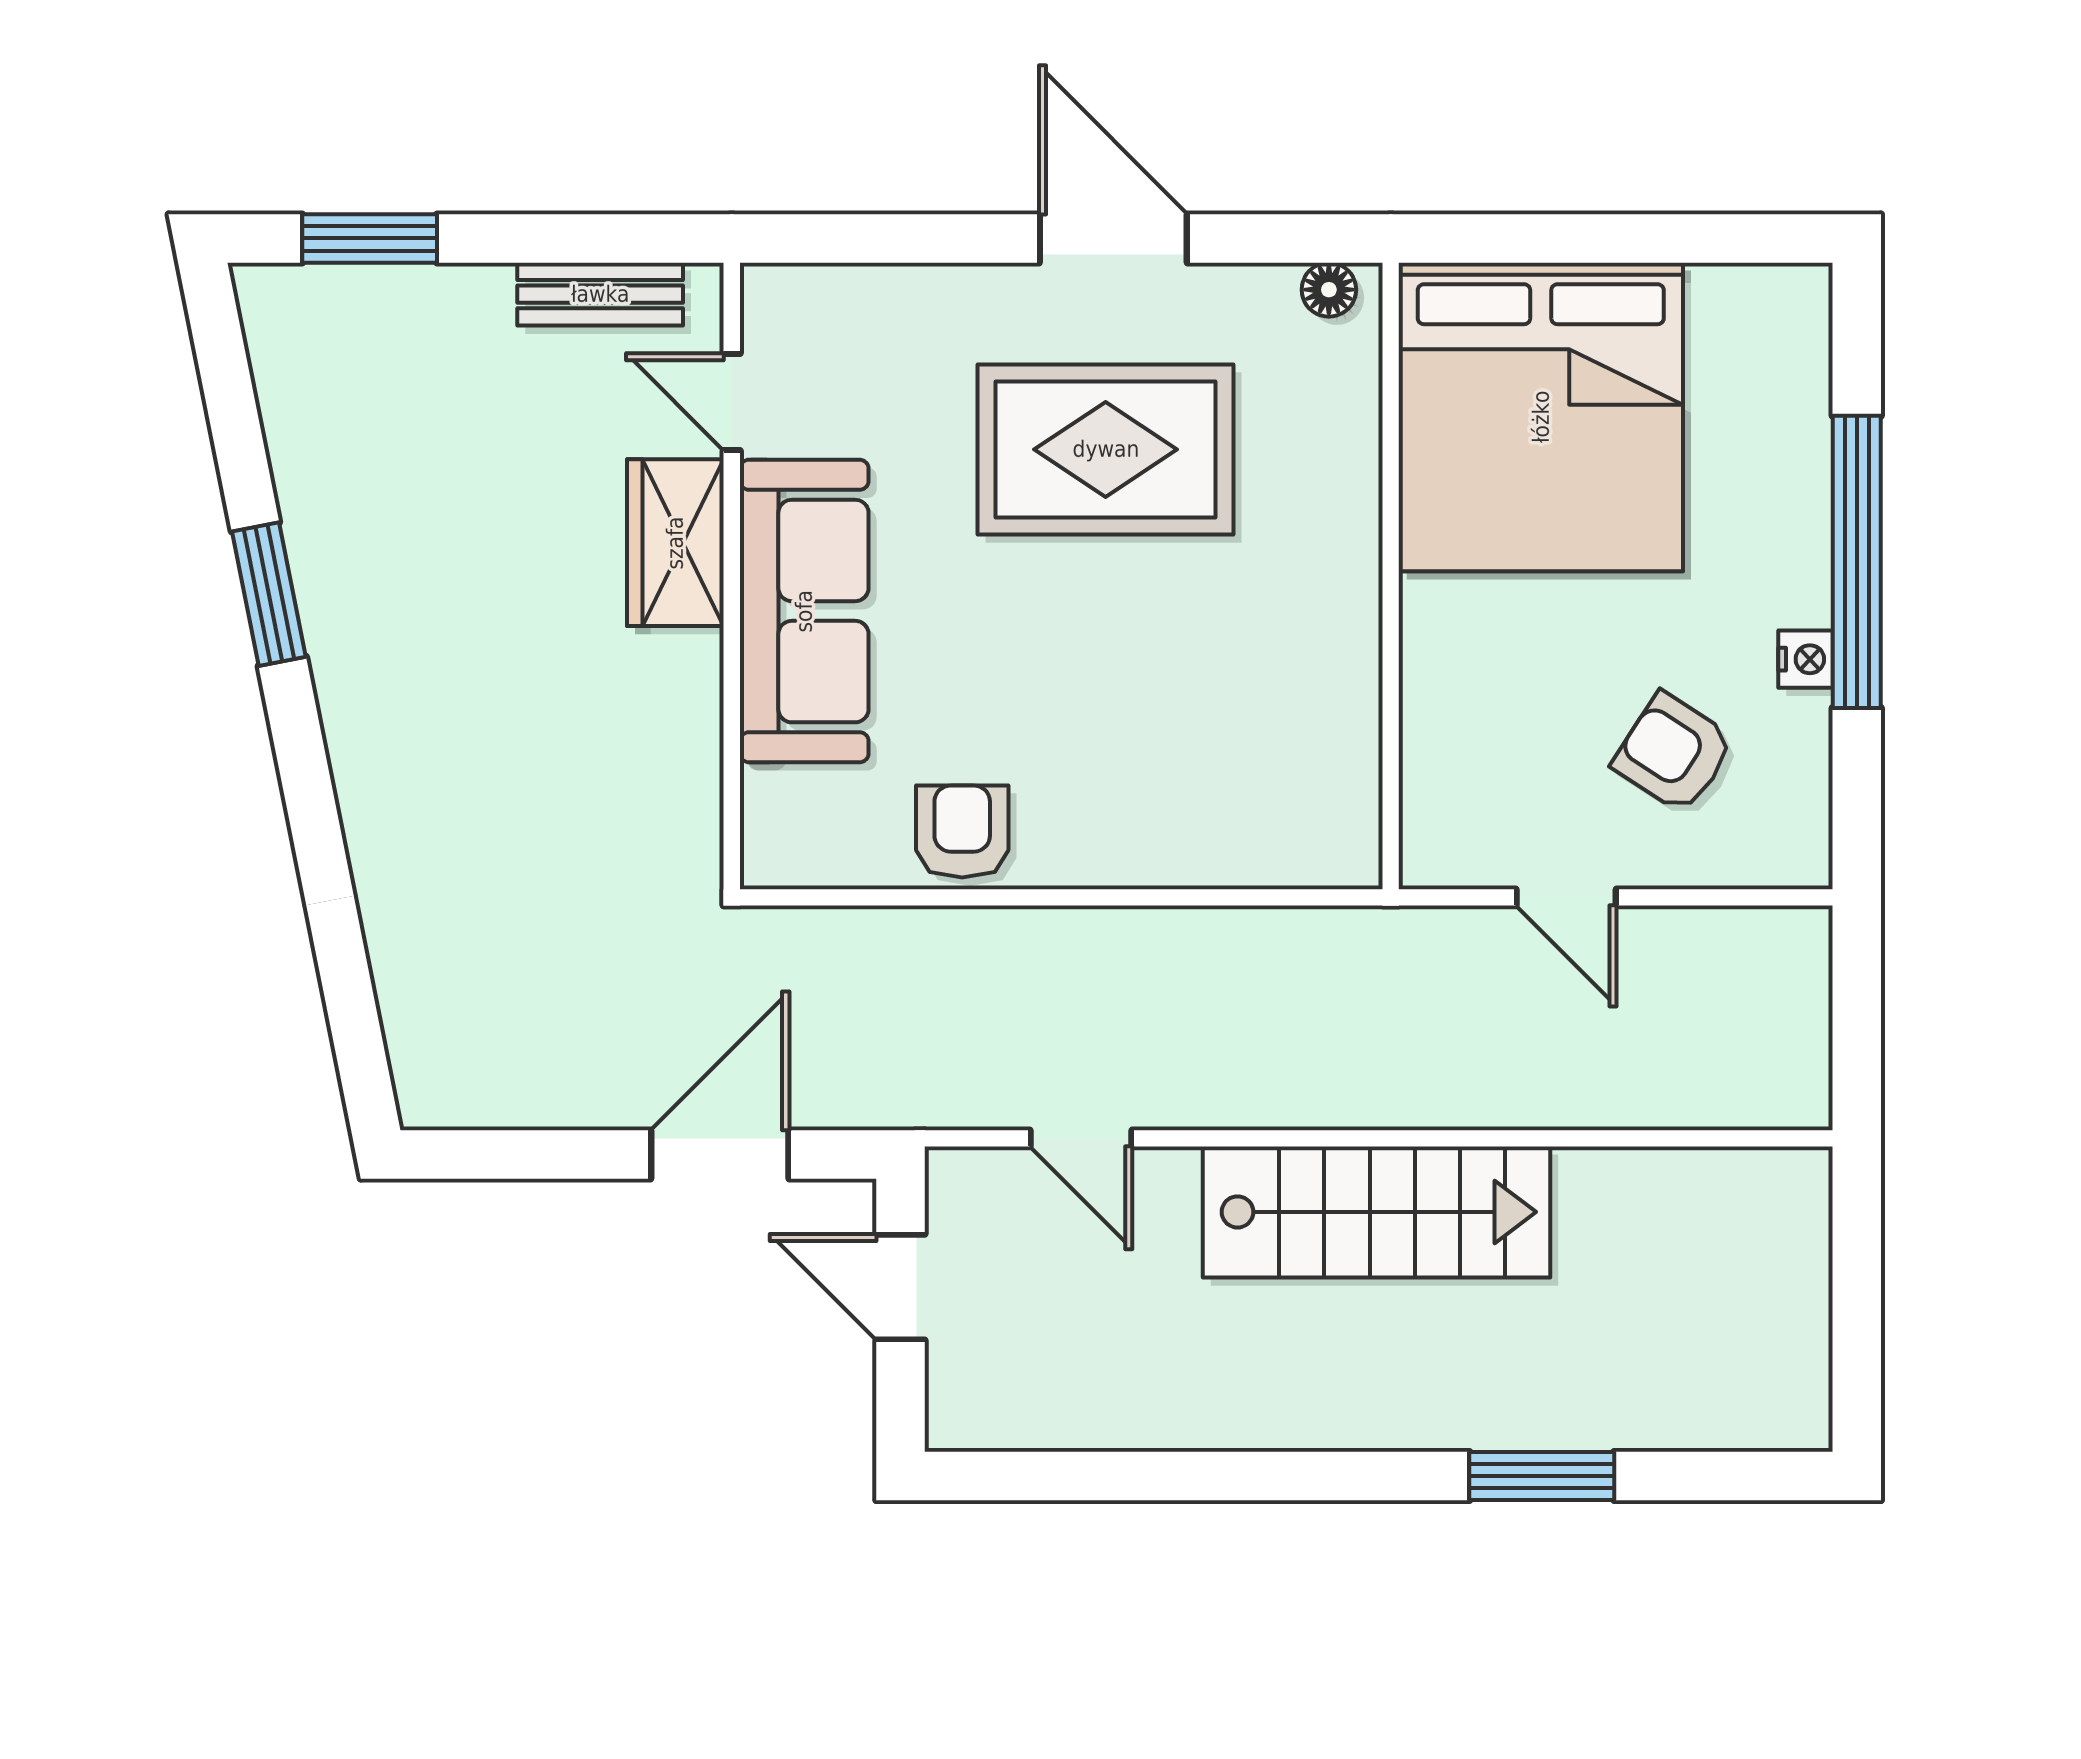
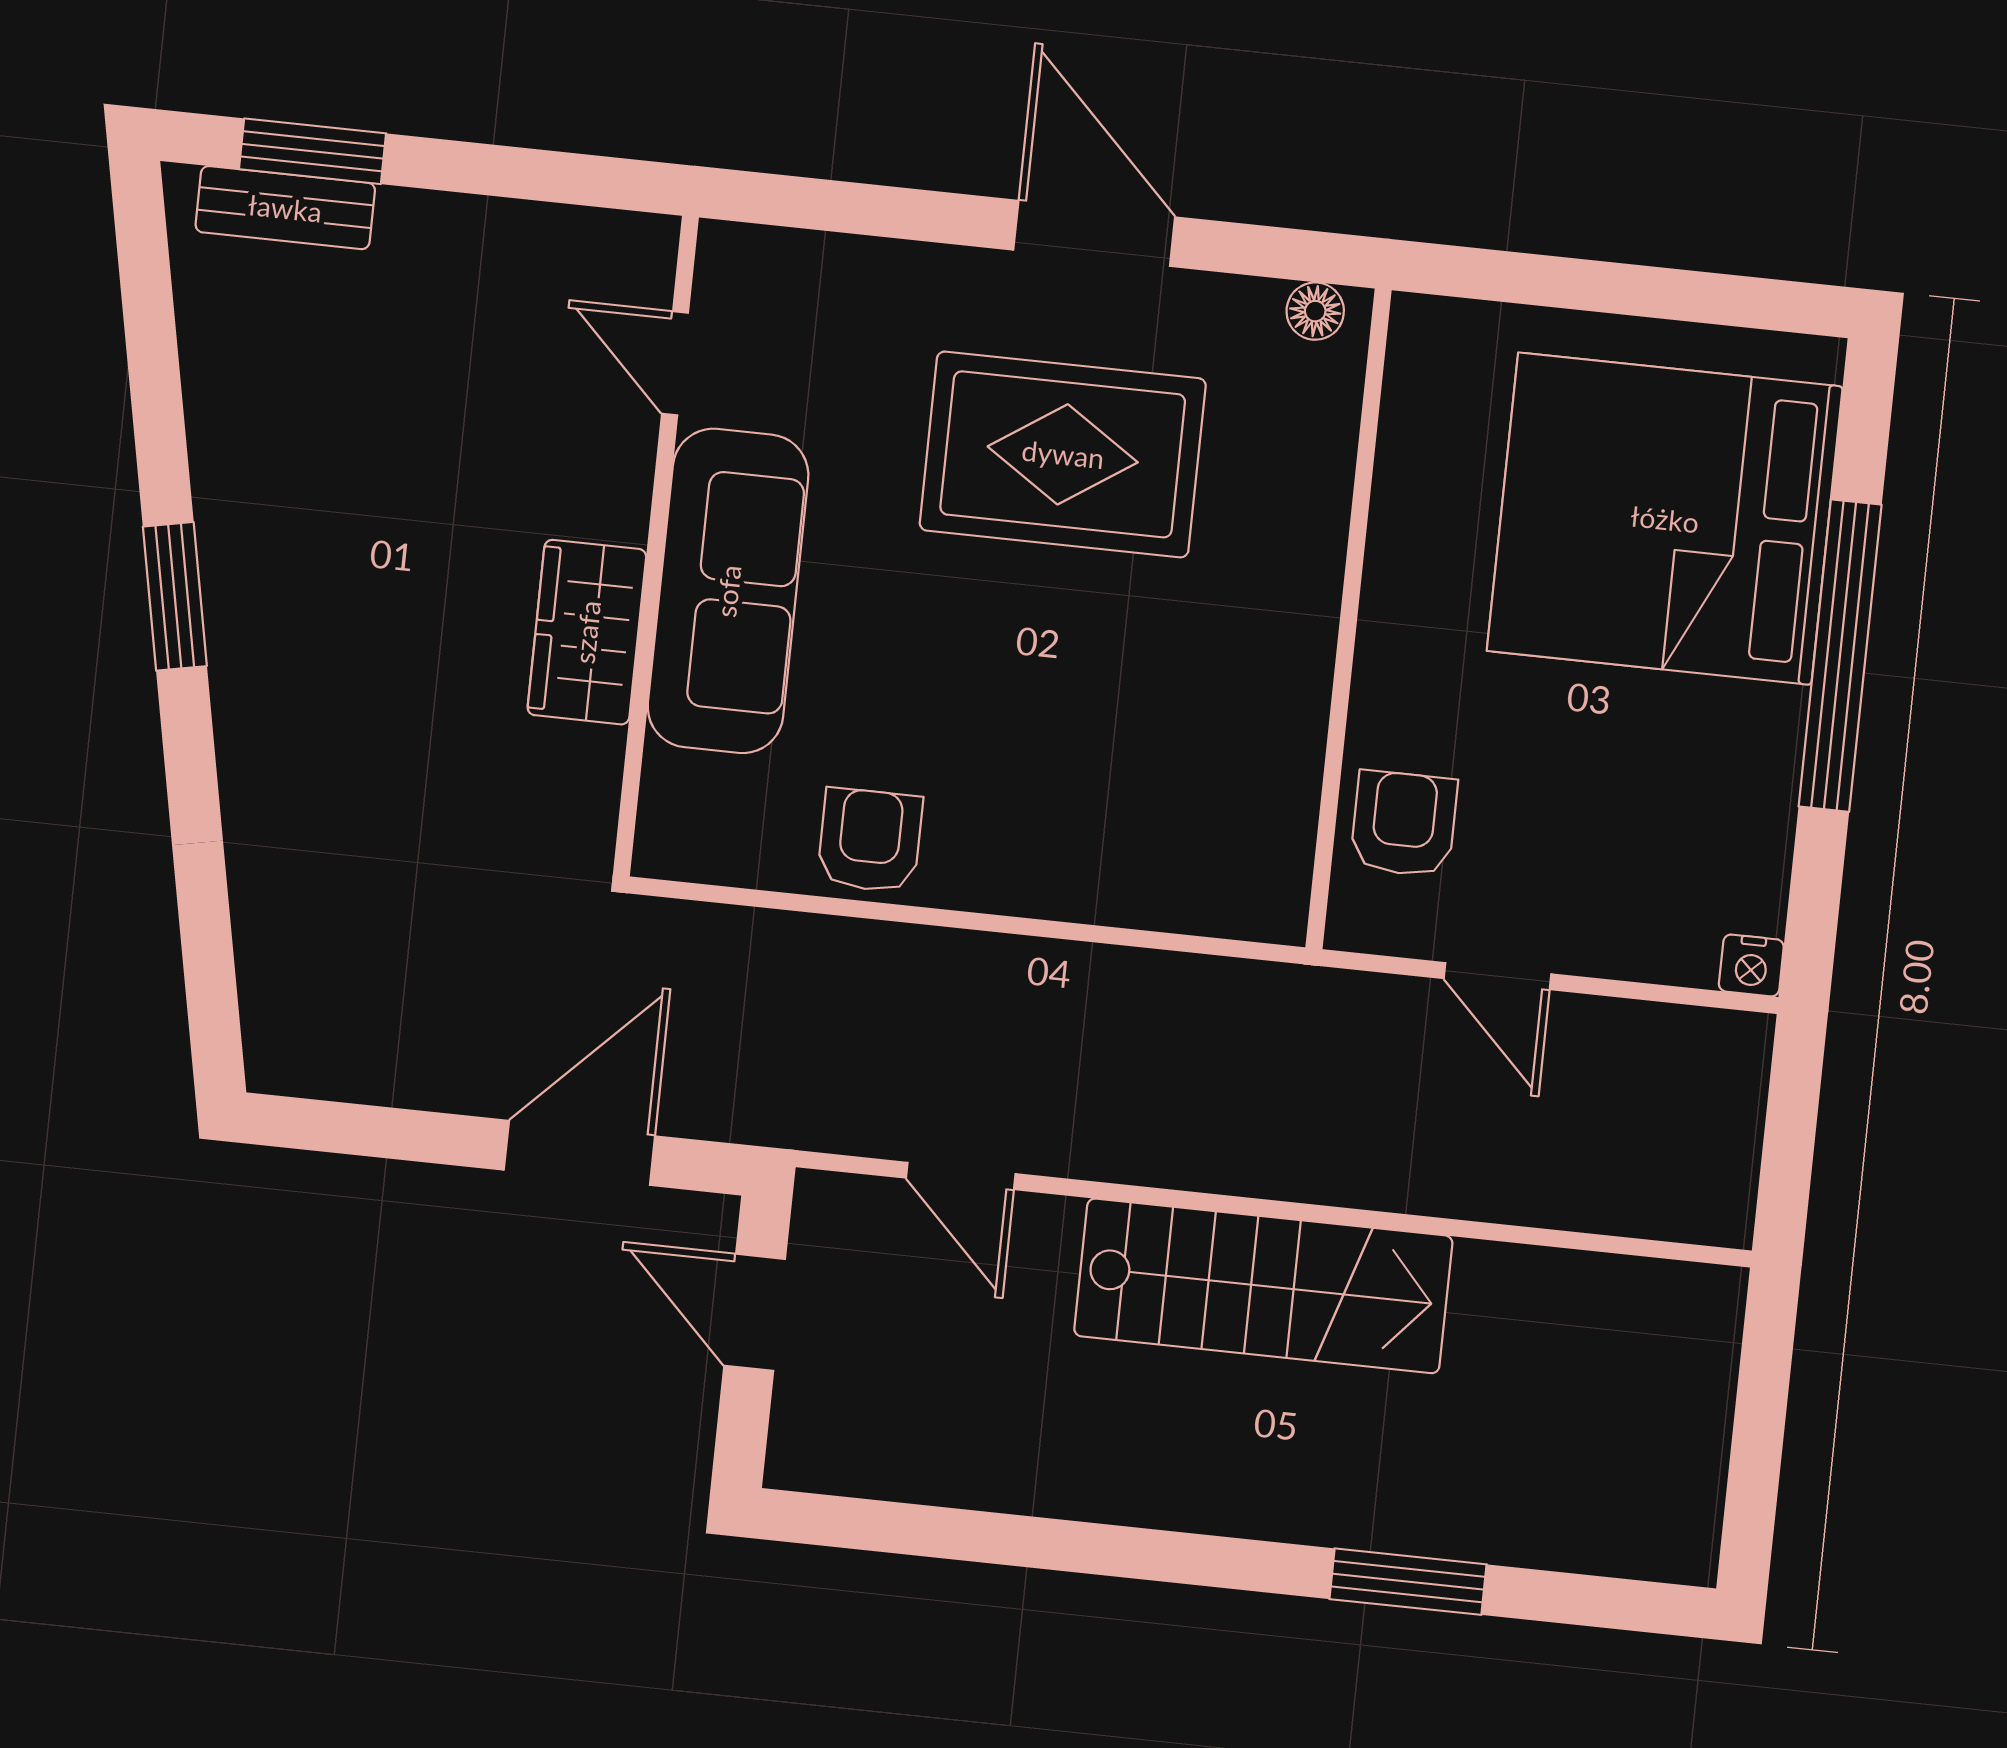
bench: (600, 294) -> (285, 208), moved
bed: (1541, 417) -> (1665, 519), moved, turned 90
wardrobe: (675, 543) -> (587, 632), moved
window: (269, 594) -> (175, 596), moved
nightstand: (1806, 659) -> (1751, 965), moved, turned 90
armchair: (1674, 753) -> (1404, 824), moved, turned 57

